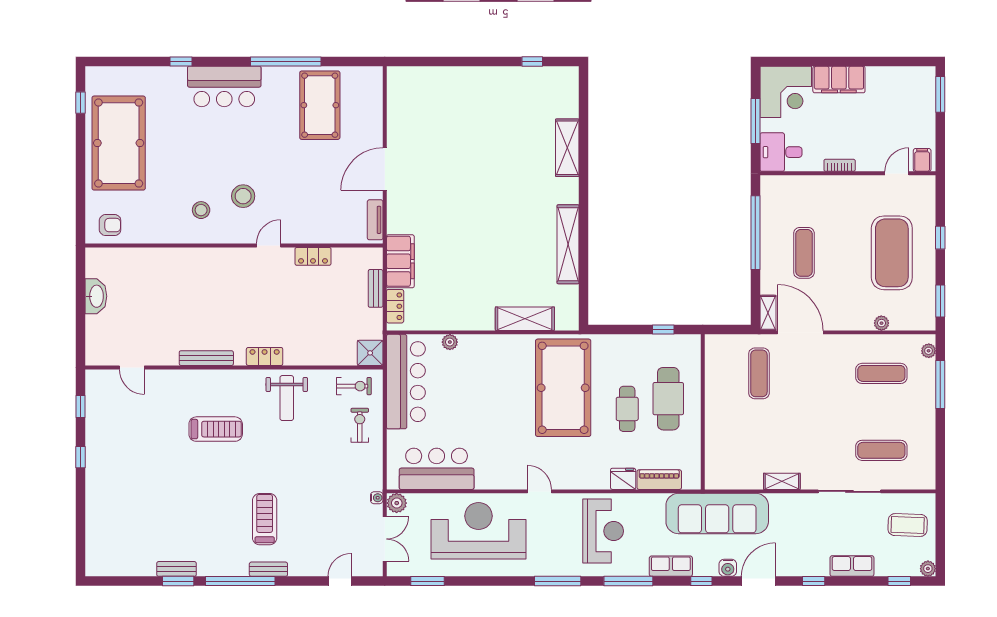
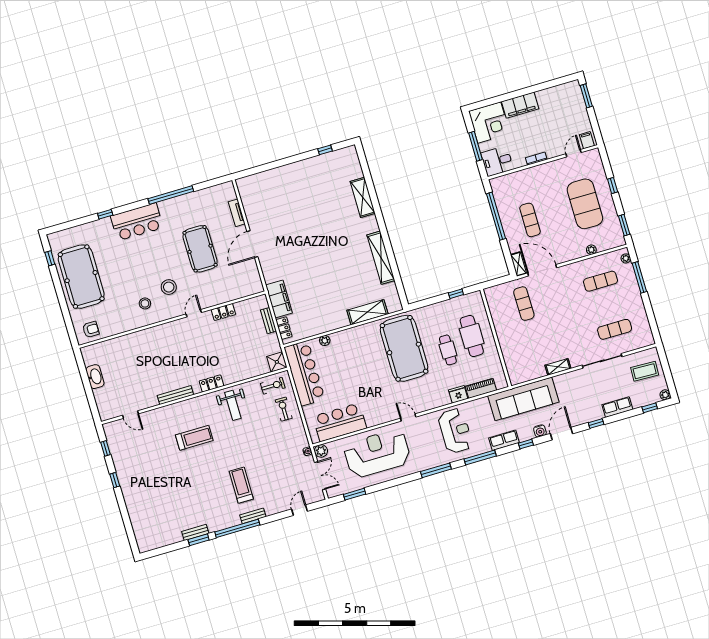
pool table: (320, 105) -> (200, 249), moved
tv unit: (375, 220) -> (237, 213), moved

